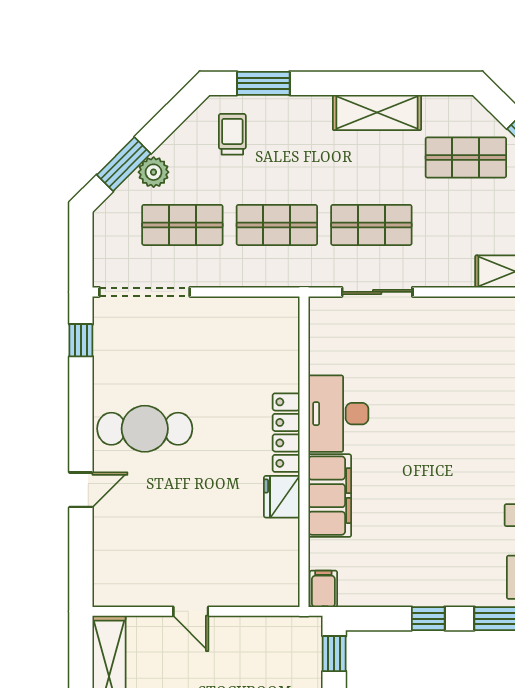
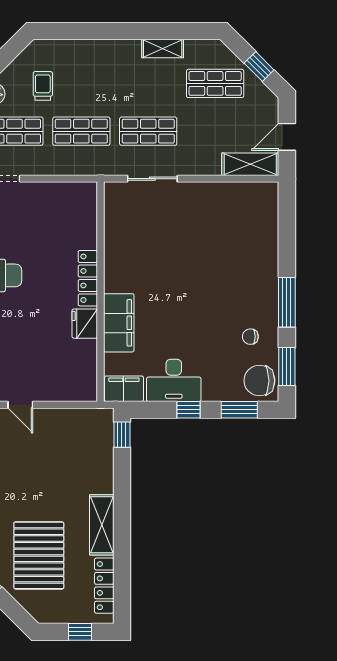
window: (263, 83) -> (72, 31), removed
shelving: (377, 112) -> (163, 48), width x0.67, depth x0.75
trolley: (232, 134) -> (43, 86), moved
desk: (338, 414) -> (174, 380), moved, turned -90
filing cabinet: (323, 589) -> (124, 389), width x2.00

